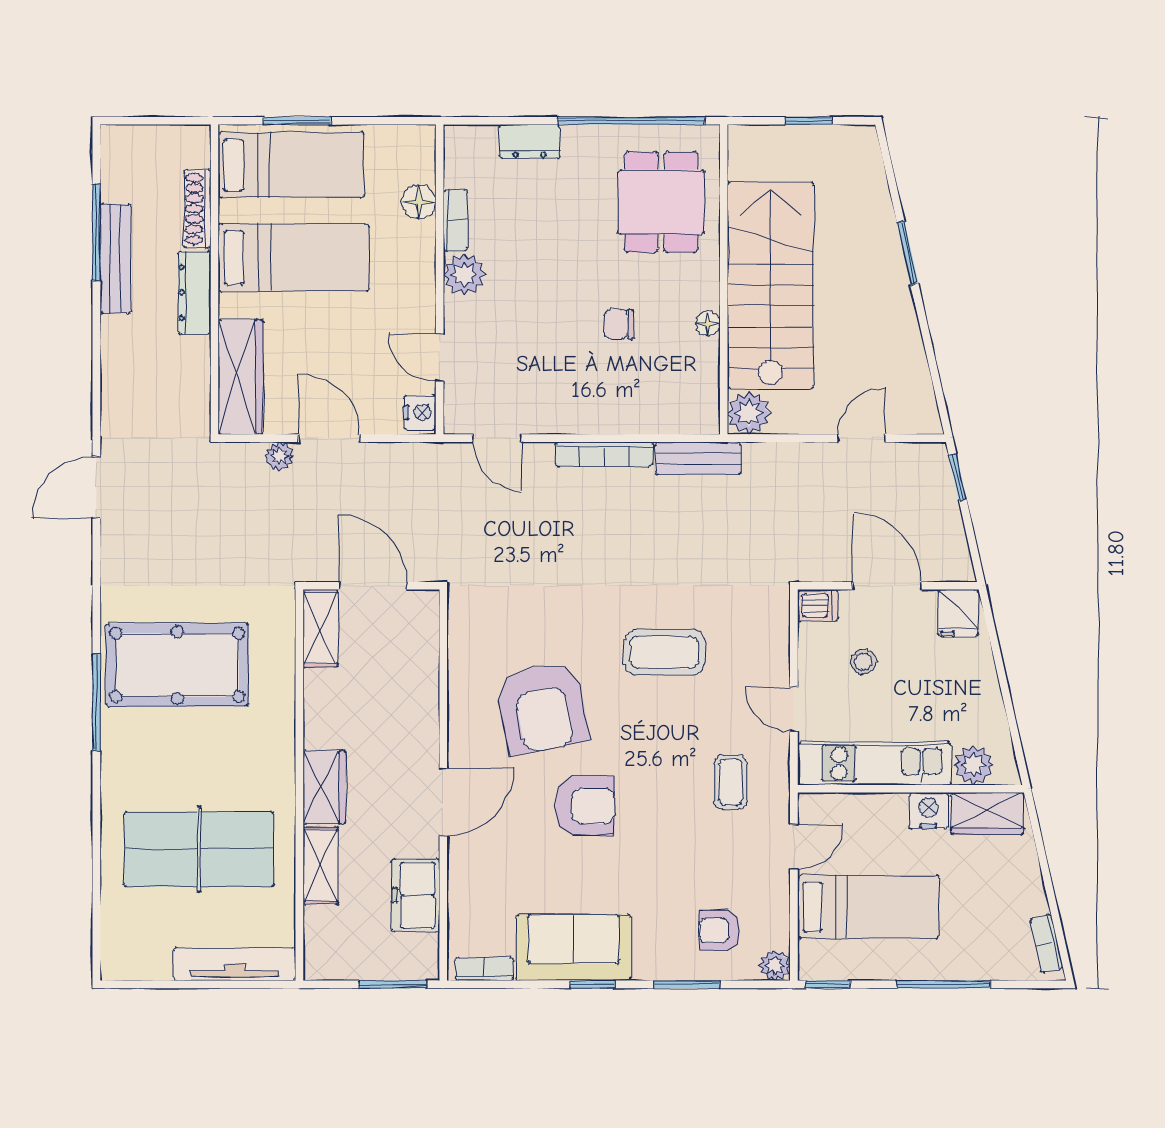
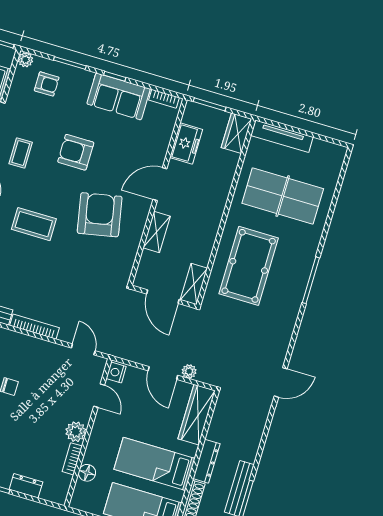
pool table: (177, 665) -> (249, 266), moved, turned 90
wardrobe: (324, 787) -> (236, 133), moved
armchair: (585, 806) -> (76, 152), moved
shelving: (320, 866) -> (157, 232), moved

